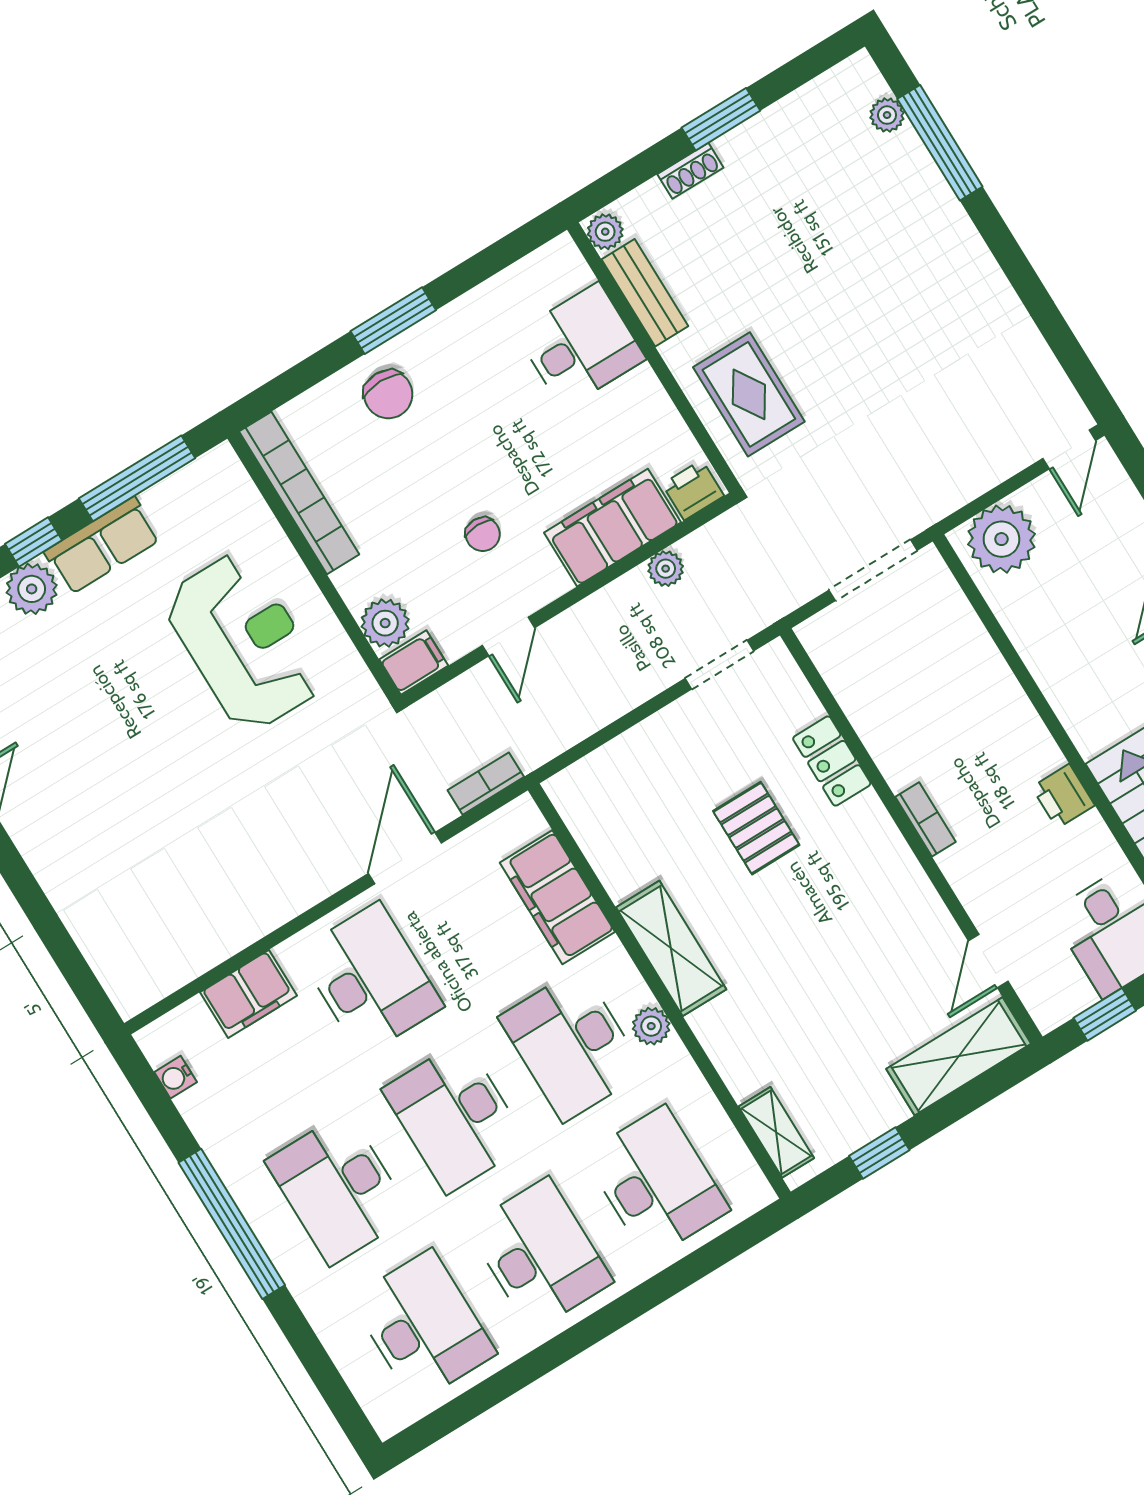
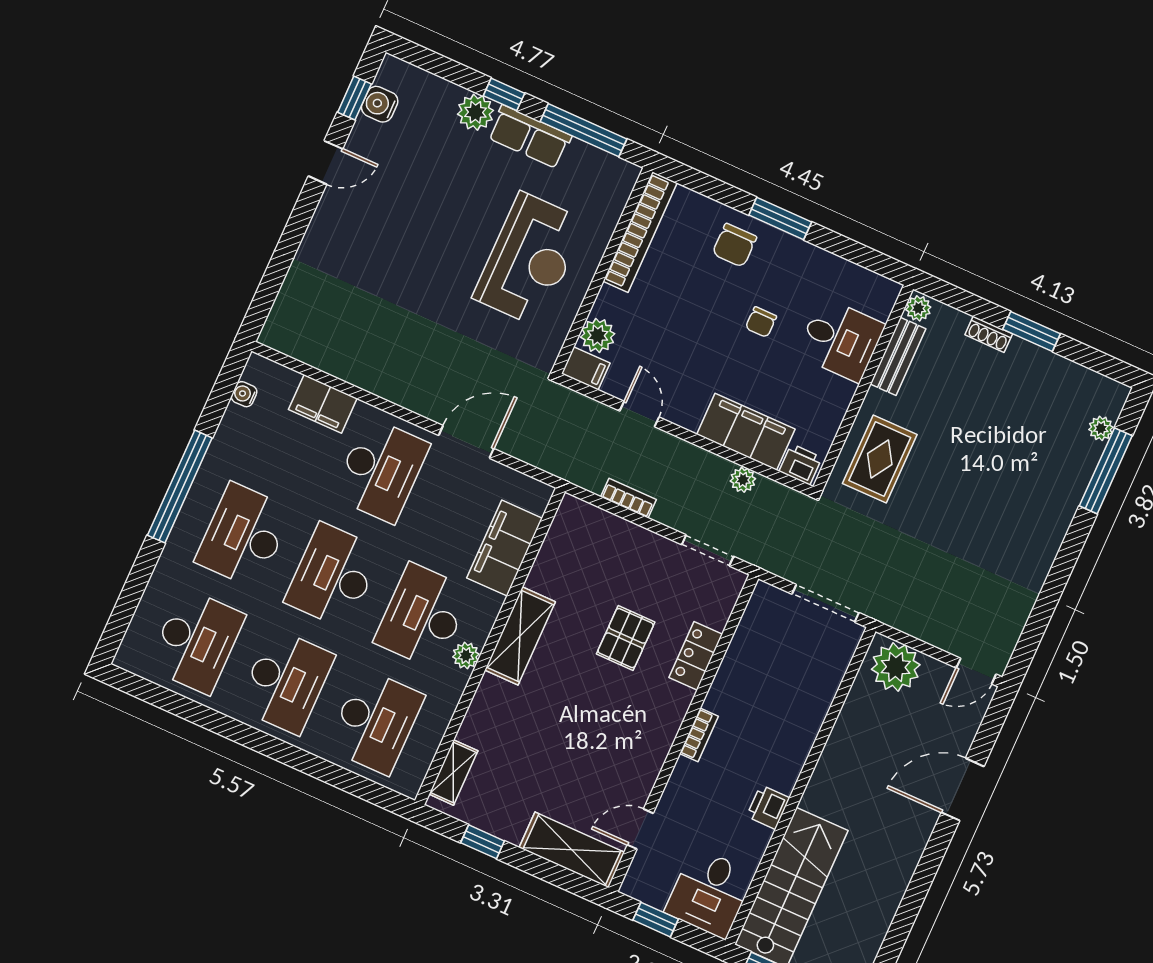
chair: (483, 534) -> (761, 322), moved
door: (508, 637) -> (639, 414), swing flipped
bookcase: (486, 784) -> (628, 498), moved

